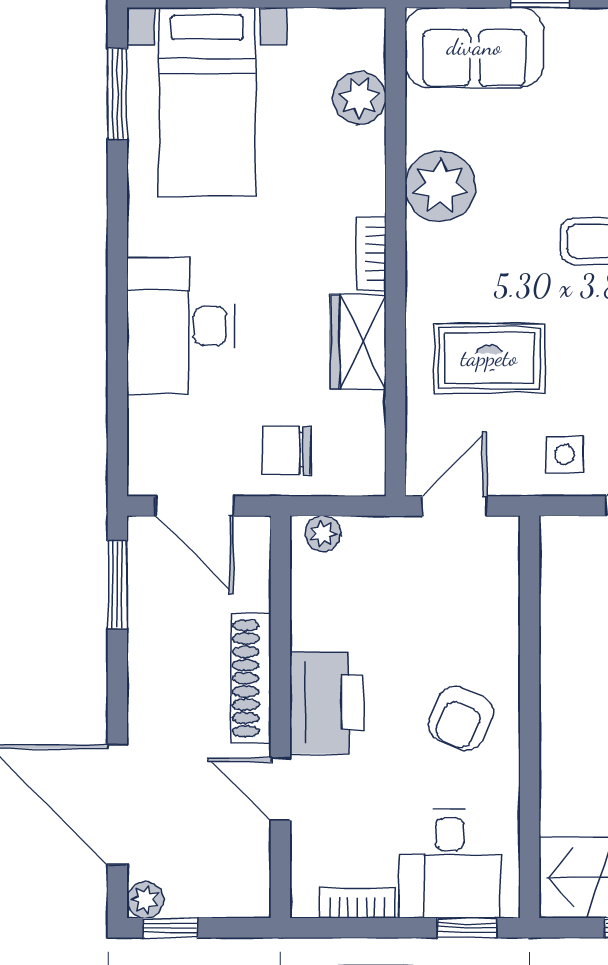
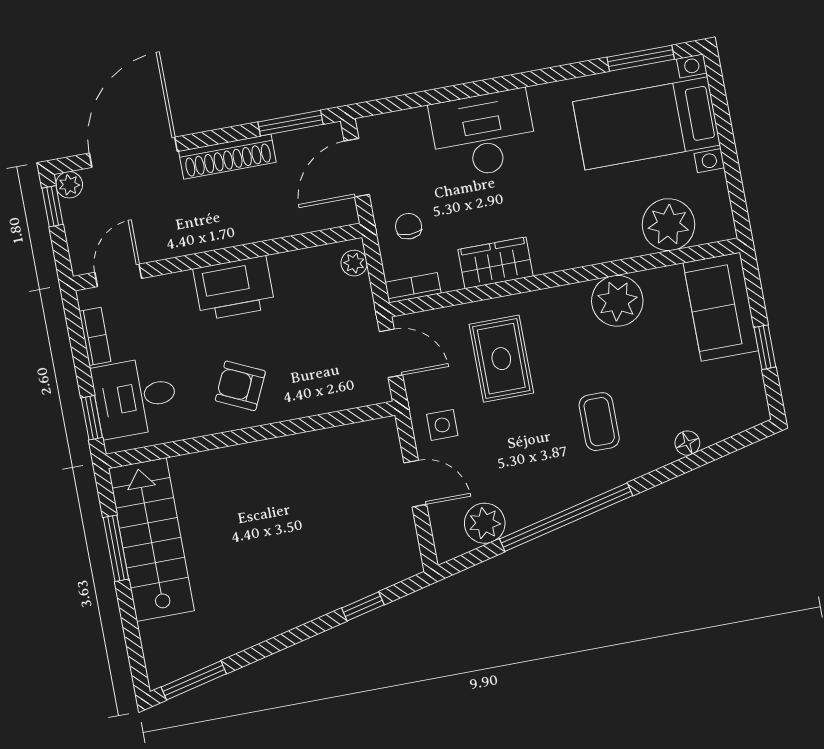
plant: (359, 98) -> (668, 225), width x1.36, depth x1.36
bookcase: (371, 254) -> (413, 288), moved
chair: (287, 450) -> (409, 226), width x0.73, depth x0.73
shoe rack: (251, 678) -> (227, 157), moved, turned 180
door: (280, 789) -> (118, 275), moved

